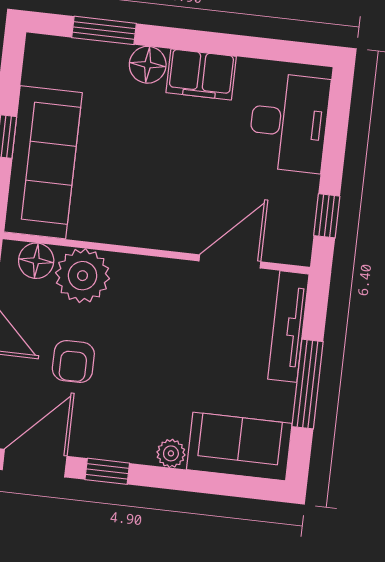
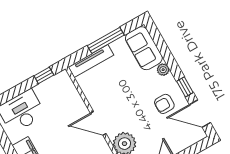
door: (230, 261) -> (98, 123), moved
armchair: (73, 361) -> (164, 104), moved, turned 180

